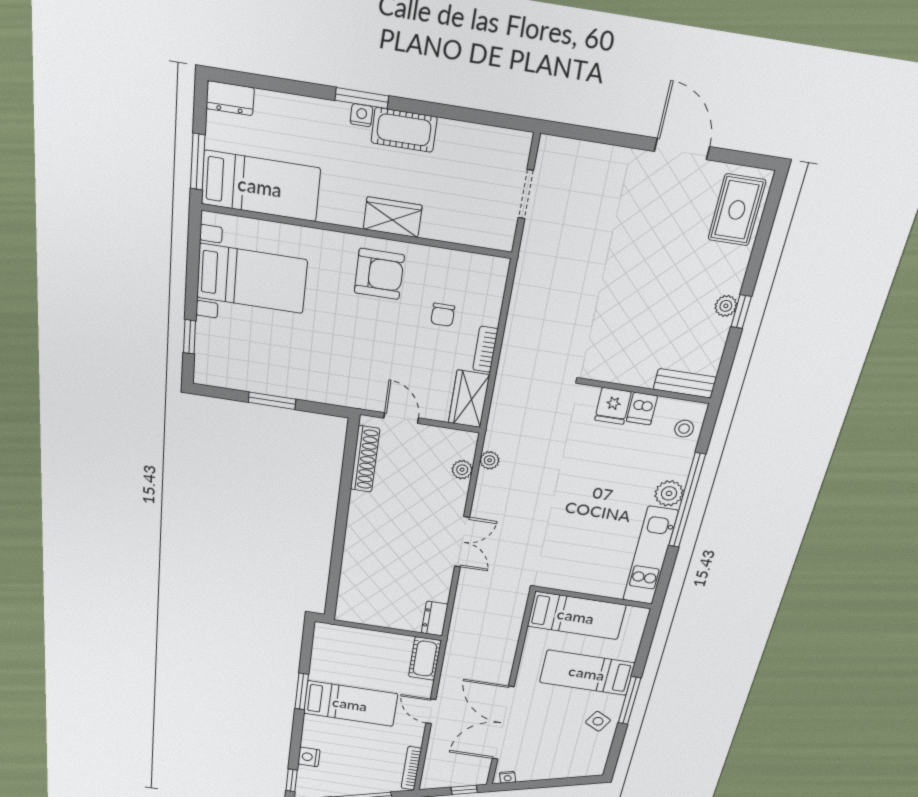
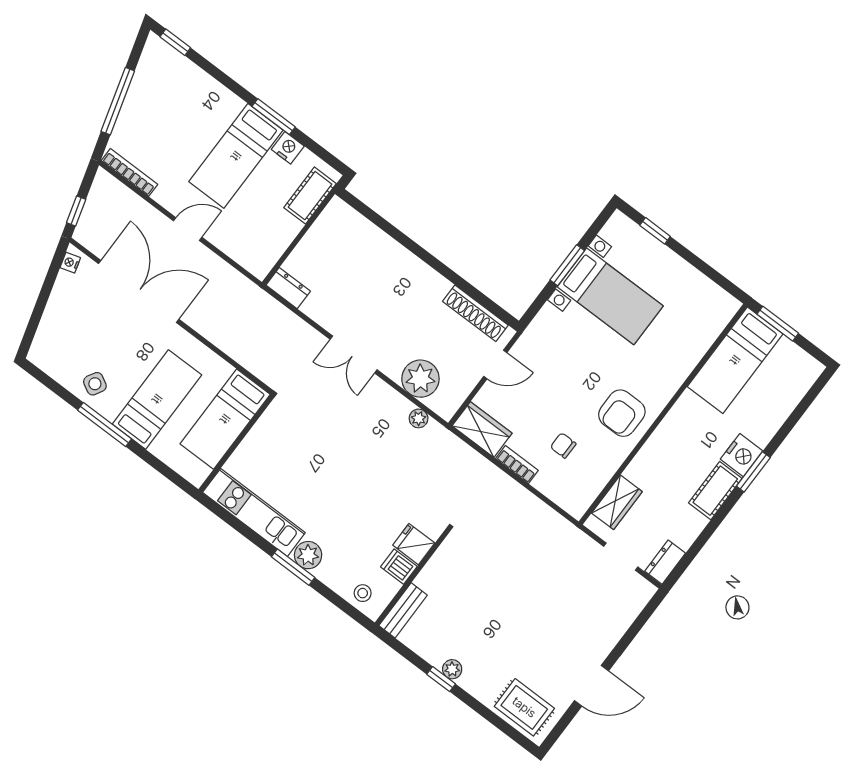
dresser: (230, 98) -> (665, 562), moved
nightstand: (361, 115) -> (742, 455), width x1.89, depth x1.79
wardrobe: (393, 217) -> (617, 502), moved
bed with nightstands: (252, 279) -> (610, 296), moved, turned -90
plant: (462, 470) -> (420, 379), width x1.87, depth x1.87
window: (687, 501) -> (293, 567), width x0.47
cot: (425, 659) -> (310, 196), moved, turned 90
nightstand: (309, 757) -> (288, 148), moved

